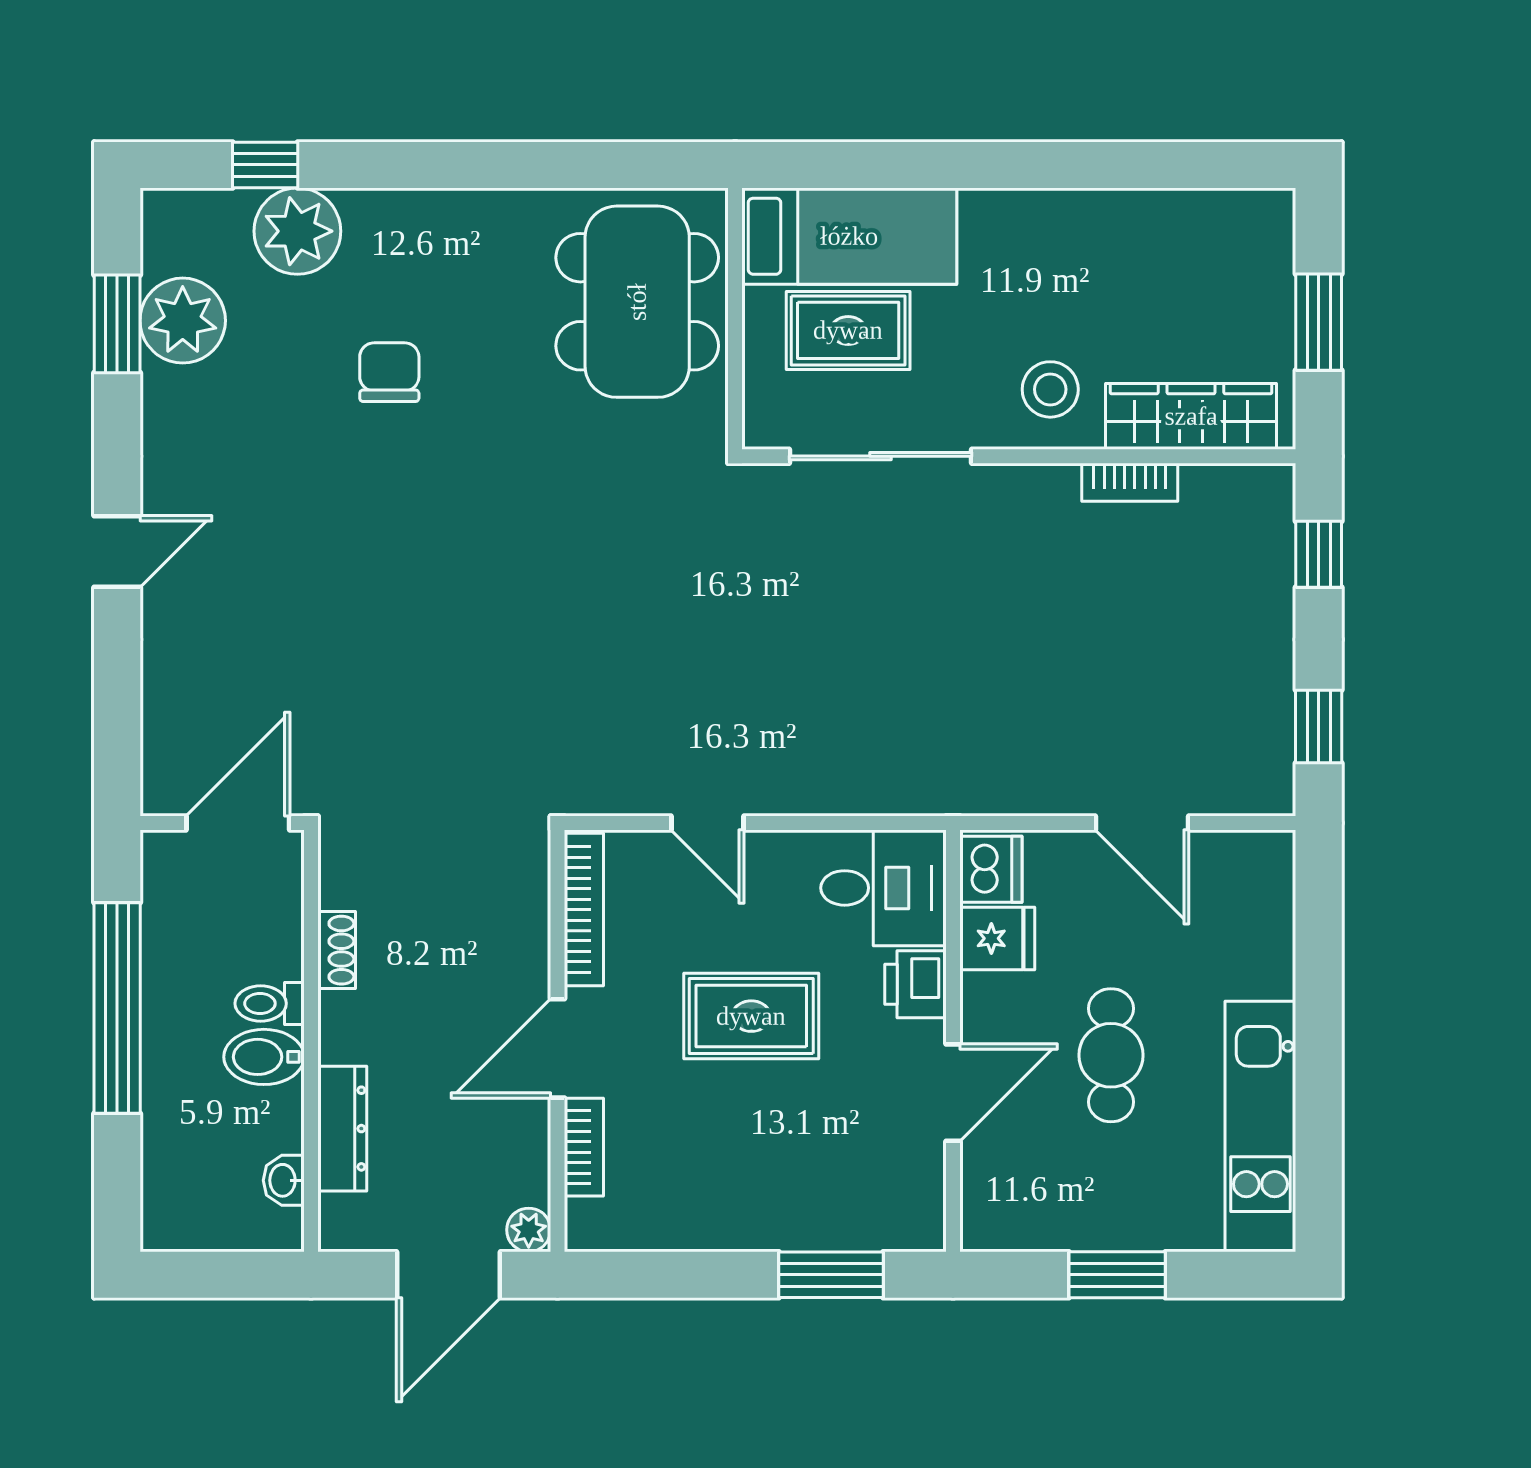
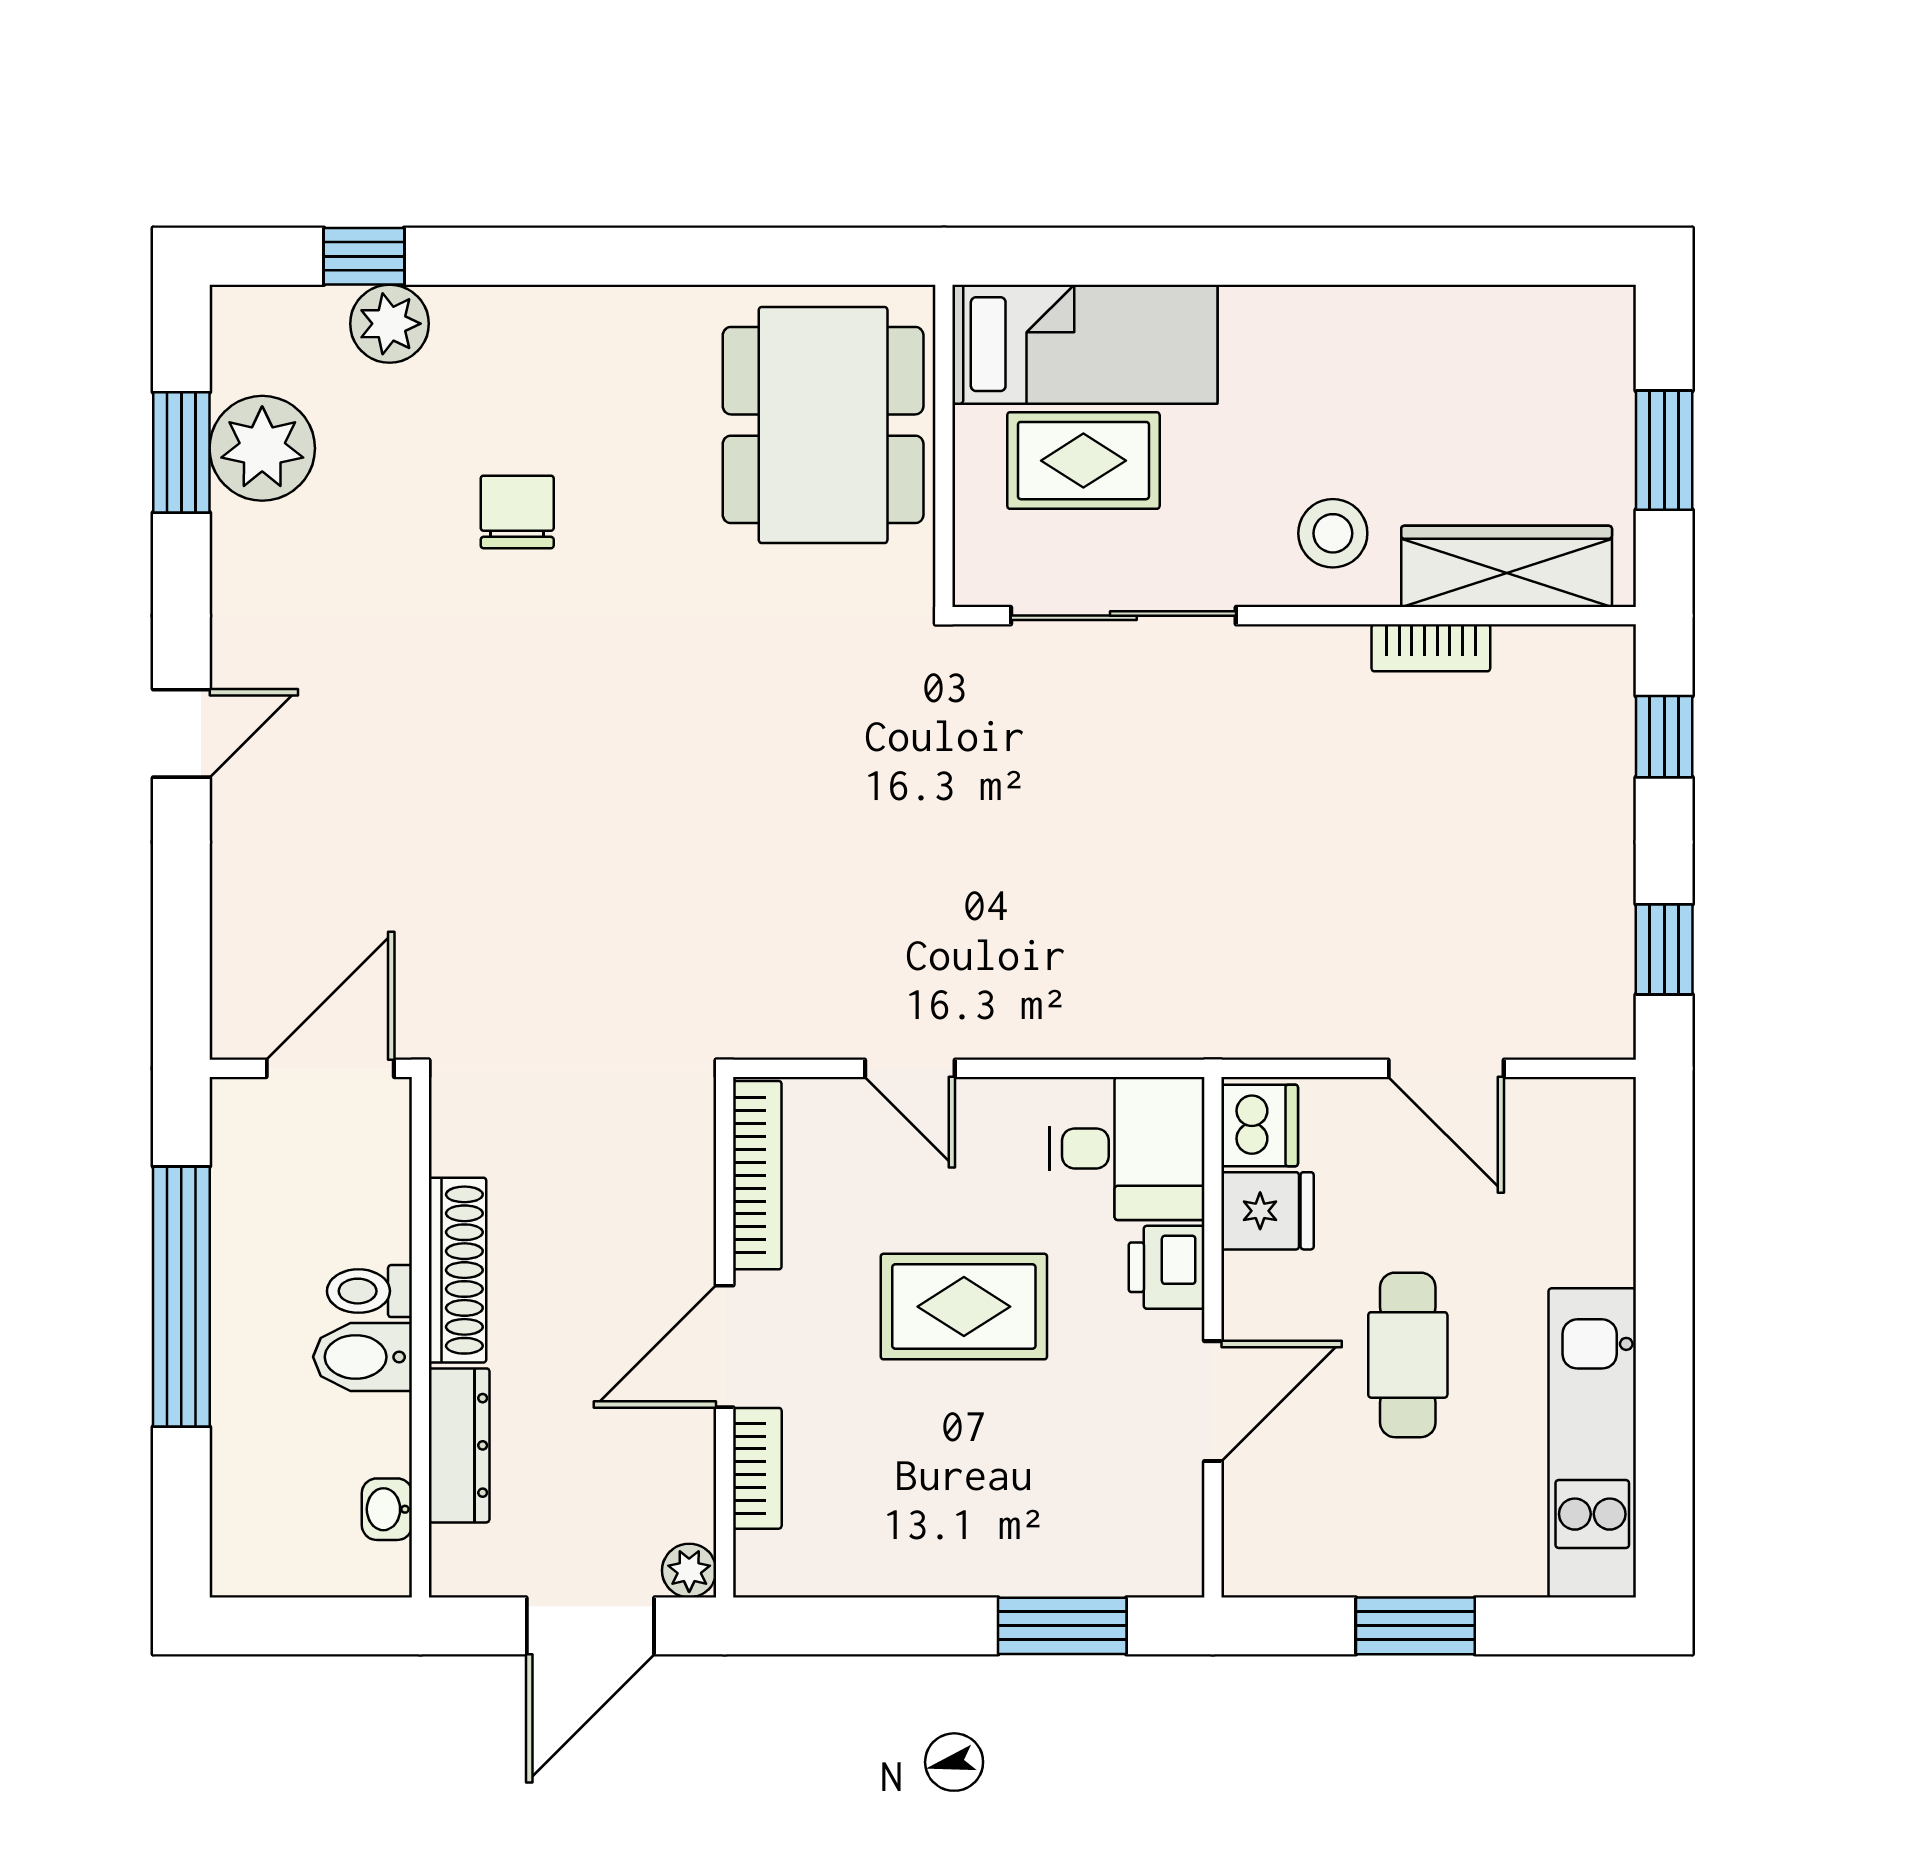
plant: (297, 231) -> (390, 324), width x0.73, depth x0.73
shoe rack: (337, 950) -> (458, 1270), width x1.94, depth x1.24

